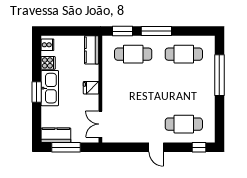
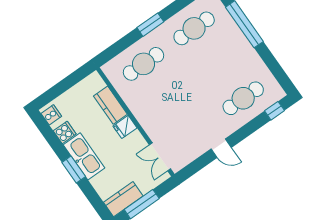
window: (123, 31) -> (117, 48), removed
window: (156, 31) -> (150, 25), width x0.69
kitchen counter: (92, 50) -> (110, 105), moved
door: (156, 147) -> (221, 148), moved

